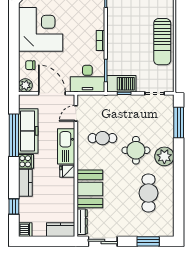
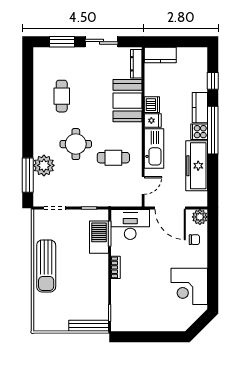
corner desk: (41, 29) -> (189, 286), width x0.74, depth x0.74
sun lounger: (162, 42) -> (46, 266), turned 180
barbecue: (121, 84) -> (99, 237), moved, turned 90
window: (14, 135) -> (213, 130), moved
plant: (164, 156) -> (44, 165), moved
cafe table: (148, 193) -> (62, 96), width x0.73, depth x0.74
dishwasher: (25, 230) -> (152, 105), moved, turned 180
sliding door: (103, 241) -> (102, 42), moved

